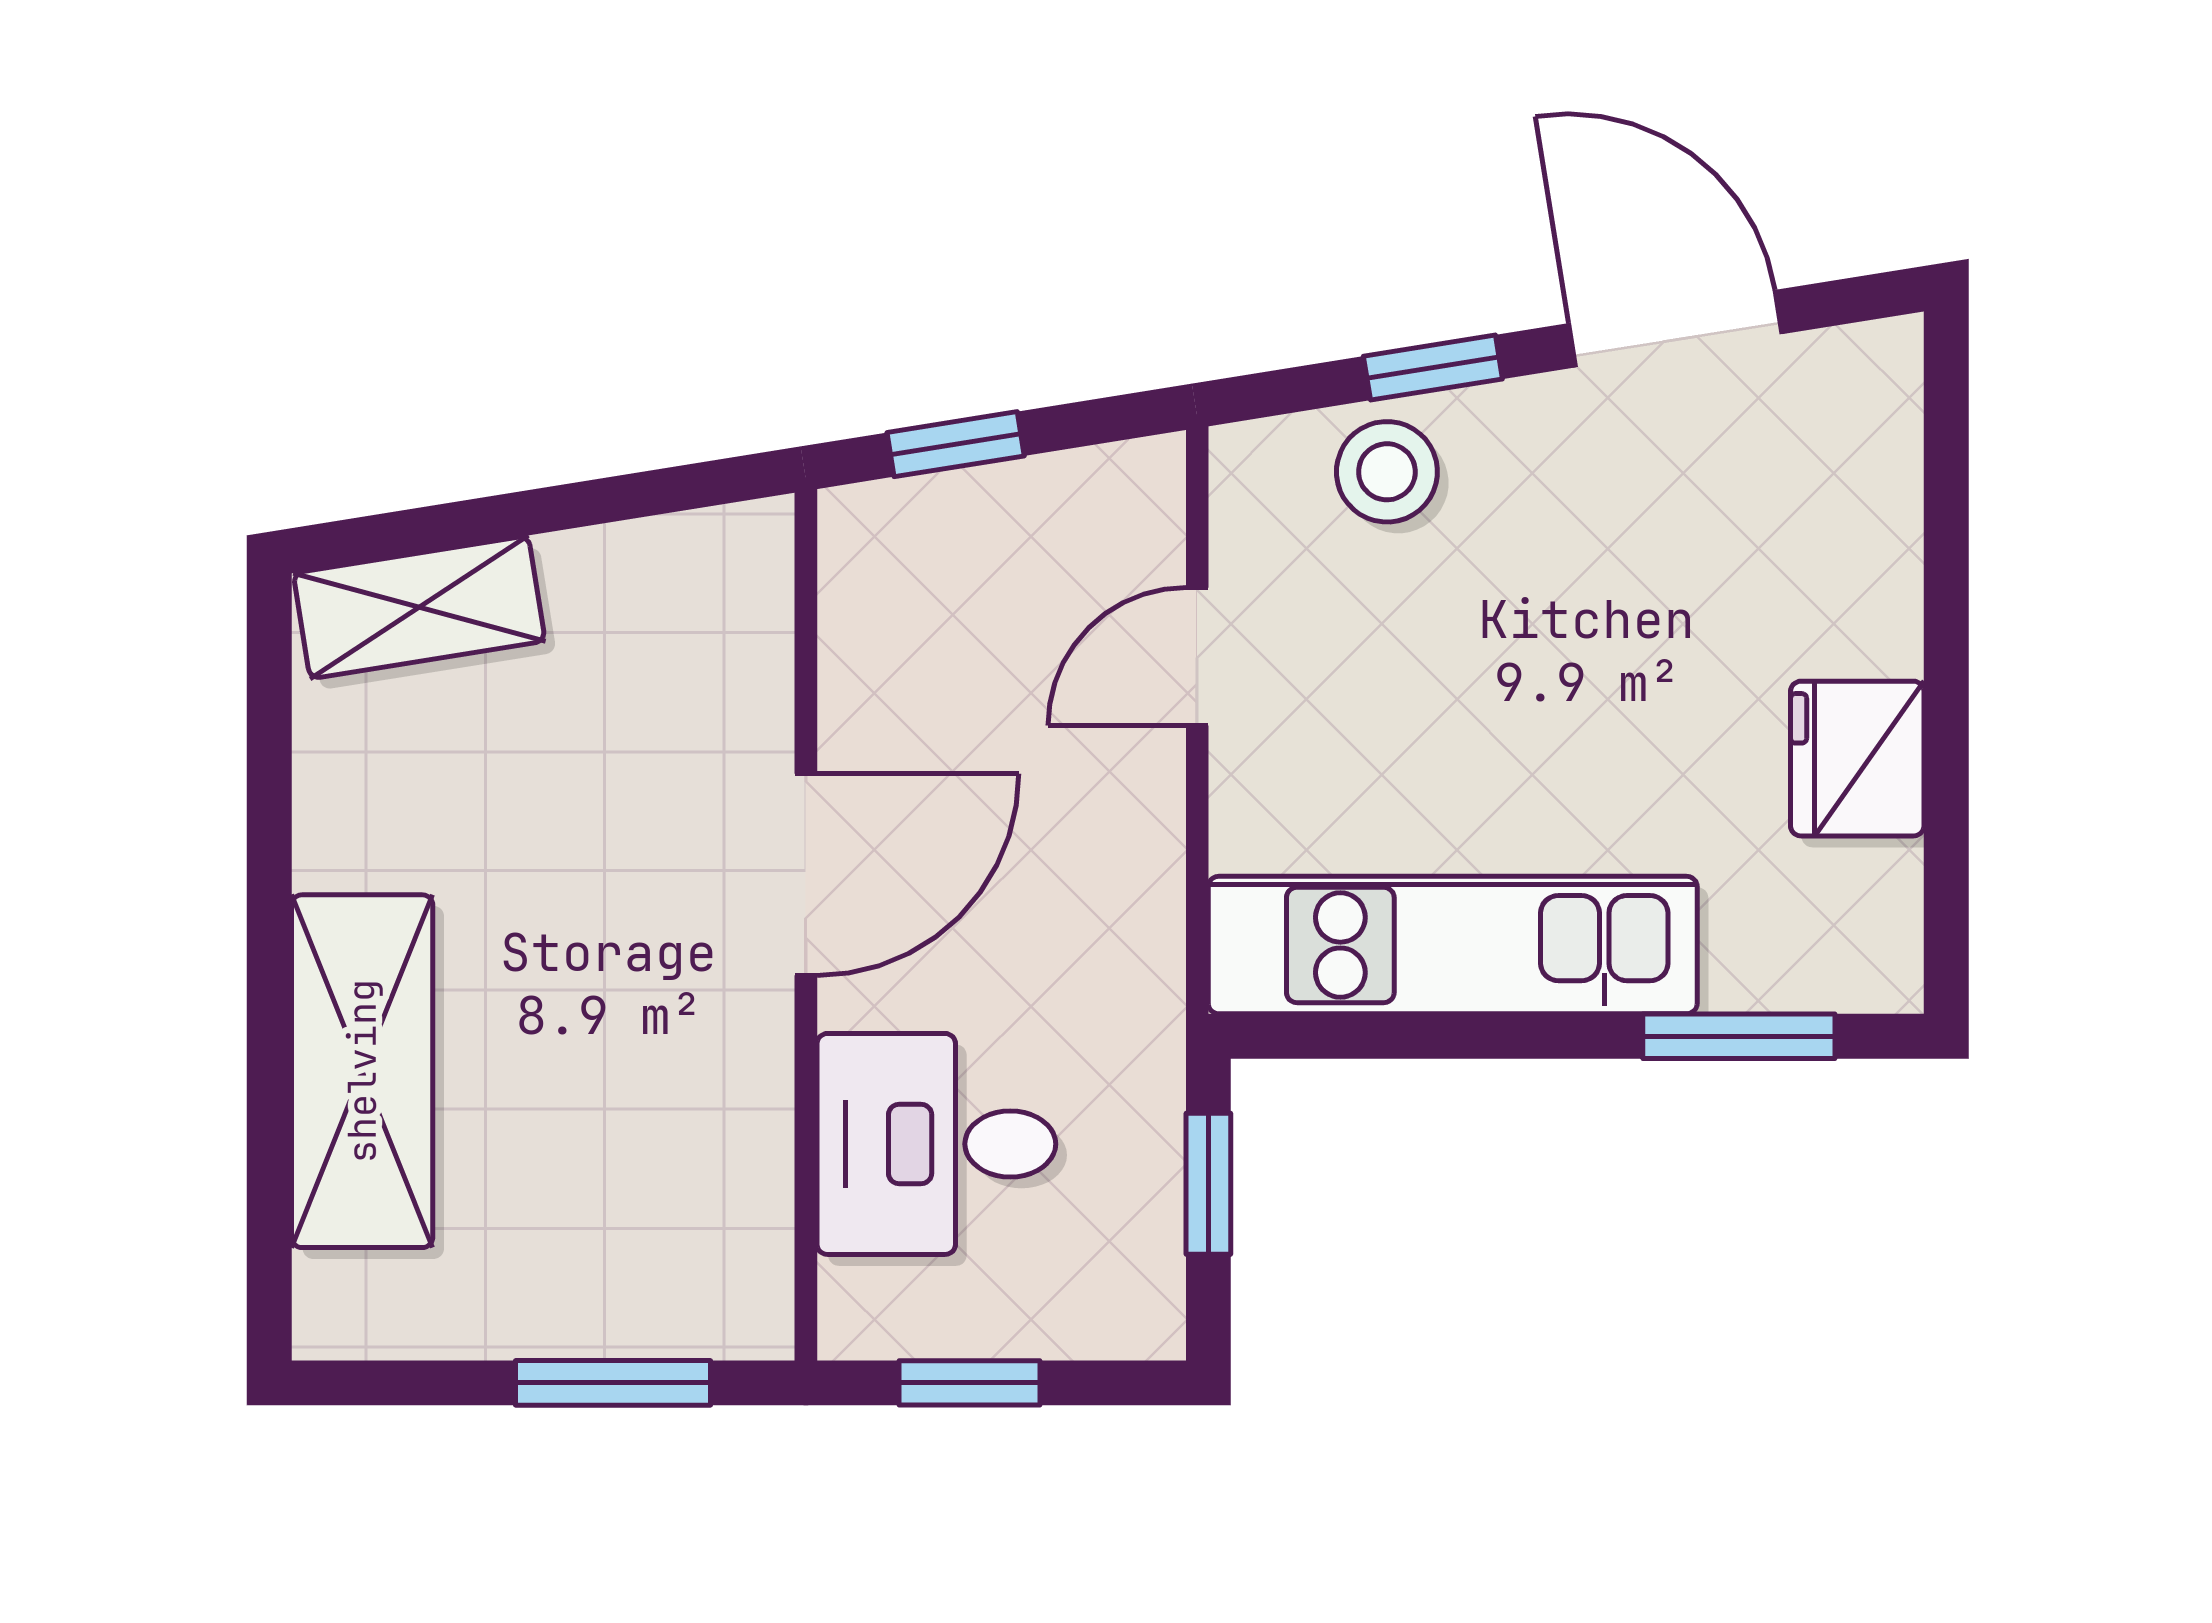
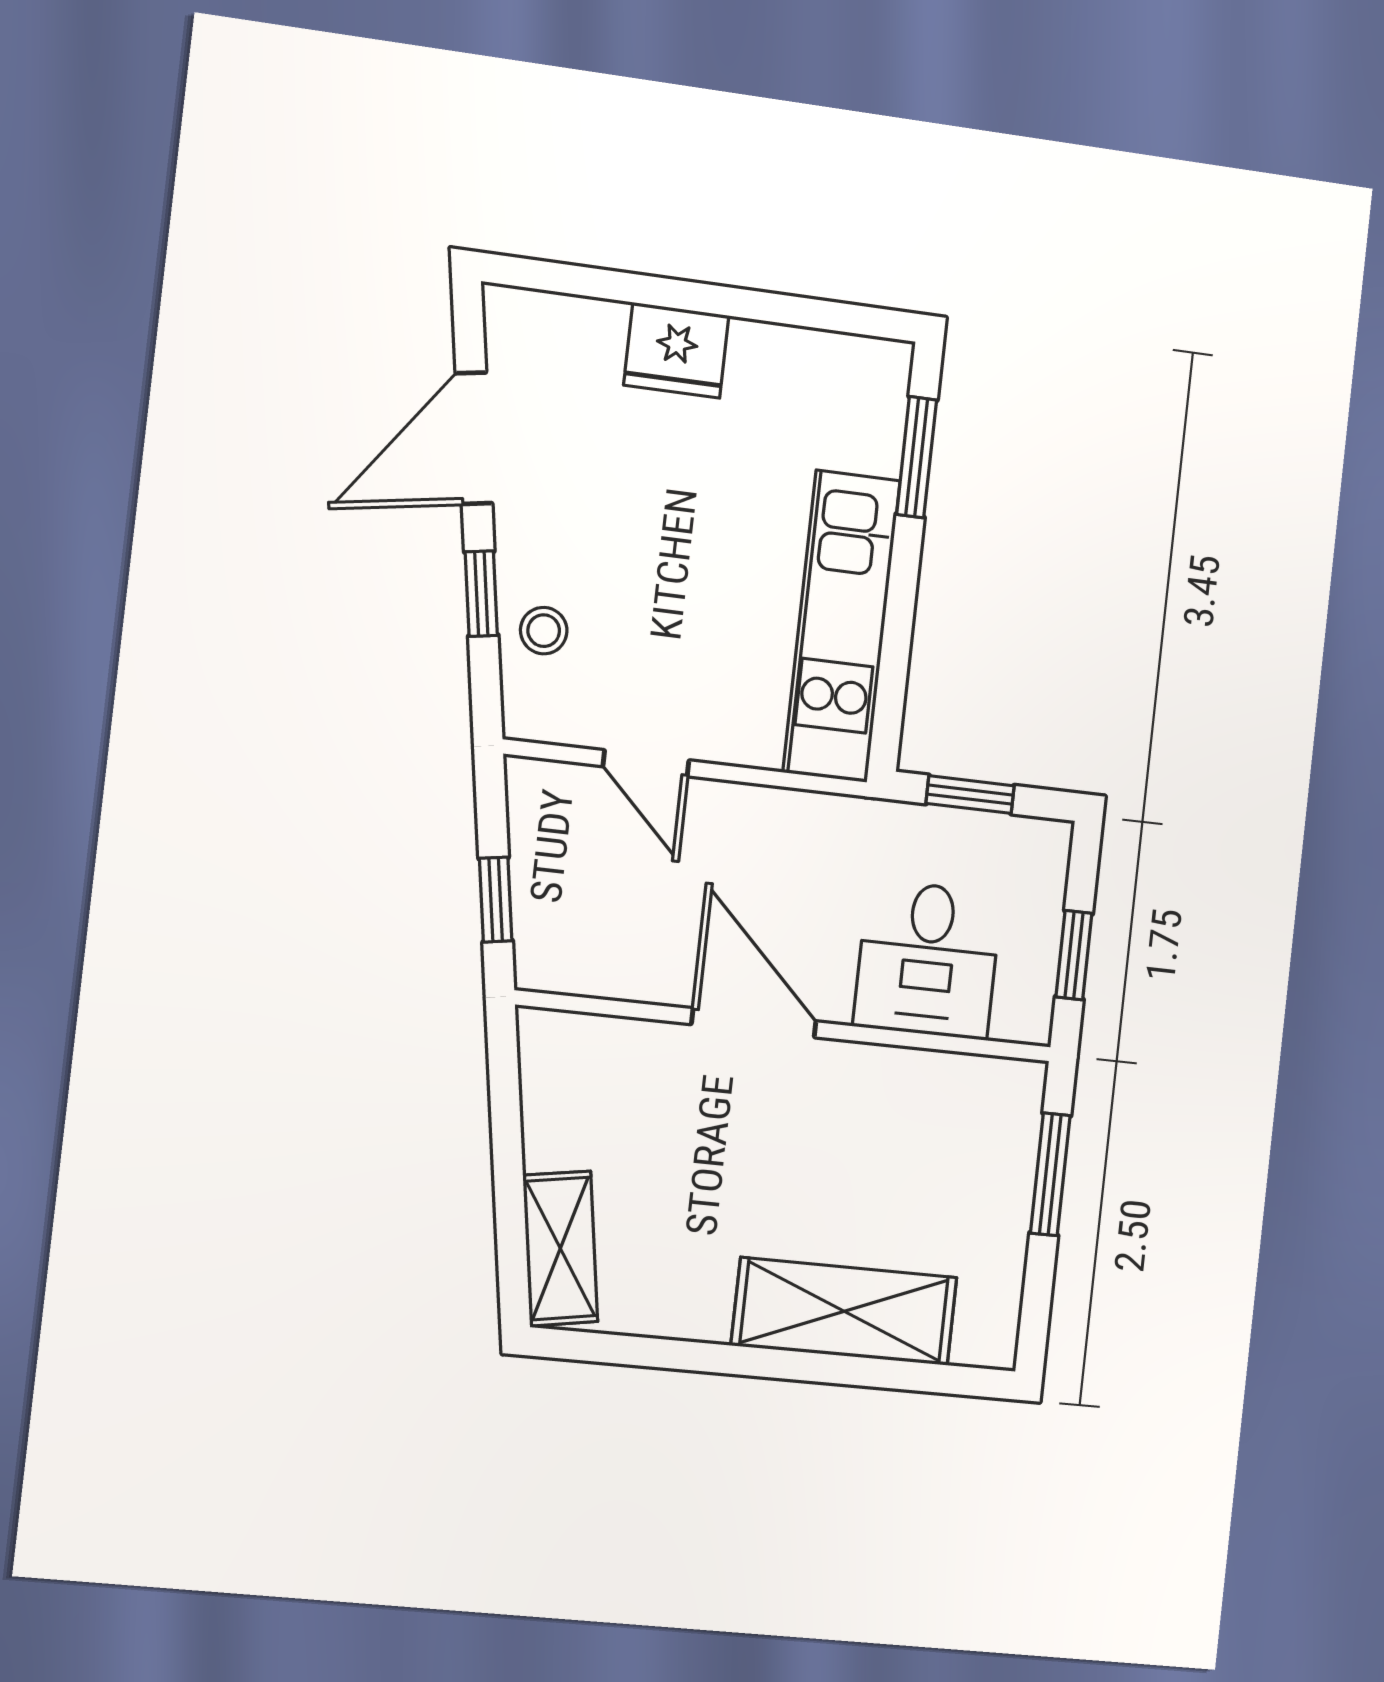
stool: (1387, 472) -> (544, 631), width x0.73, depth x0.73
fridge: (1857, 759) -> (676, 350), moved

